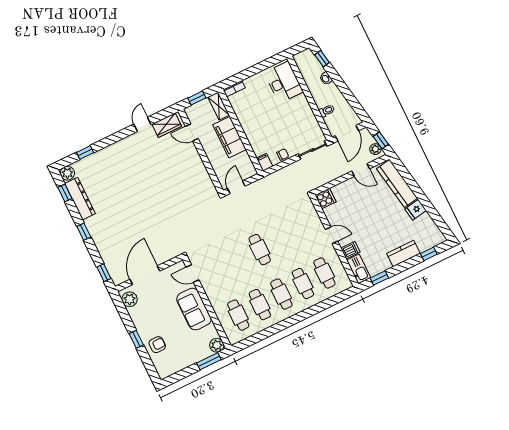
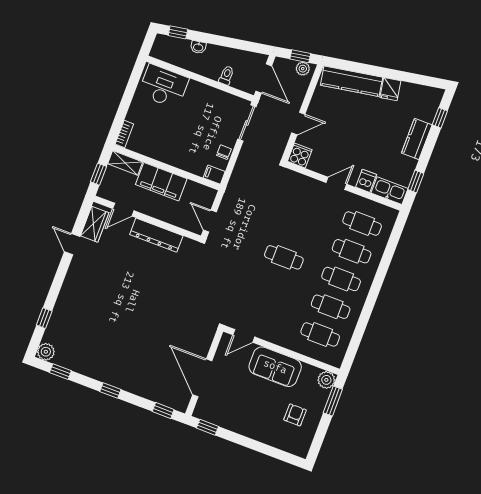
door: (361, 170) -> (298, 124), moved
dresser: (80, 199) -> (156, 235), moved, turned 180
plant: (129, 299) -> (209, 413), removed
window: (136, 339) -> (208, 427), moved
armchair: (157, 345) -> (295, 415), moved

